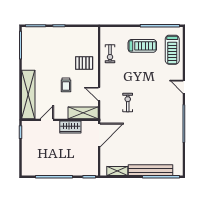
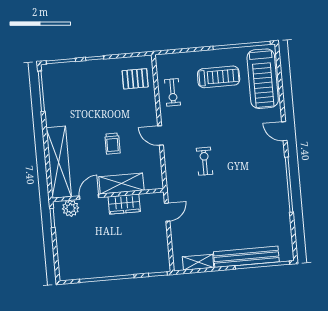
treadmill: (172, 50) -> (263, 79), width x1.37, depth x1.38
pallet: (84, 63) -> (135, 79), moved
door: (99, 94) -> (160, 136), moved
shelving: (83, 113) -> (121, 184), moved
plant: (34, 127) -> (71, 208), added
door: (99, 135) -> (167, 212), width x0.53

